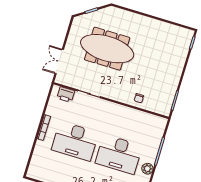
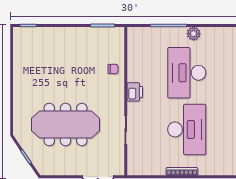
meeting table: (107, 49) -> (66, 124), turned 90
printer: (66, 94) -> (135, 92), moved
desk: (119, 154) -> (187, 73), turned 180

